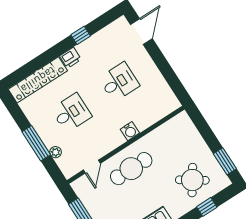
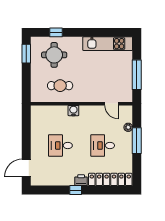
window: (81, 35) -> (76, 190), moved
door: (92, 167) -> (111, 104), swing flipped
cafe table: (131, 169) -> (60, 86), moved, width x0.73, depth x0.74
round table: (192, 180) -> (54, 55), turned -34

